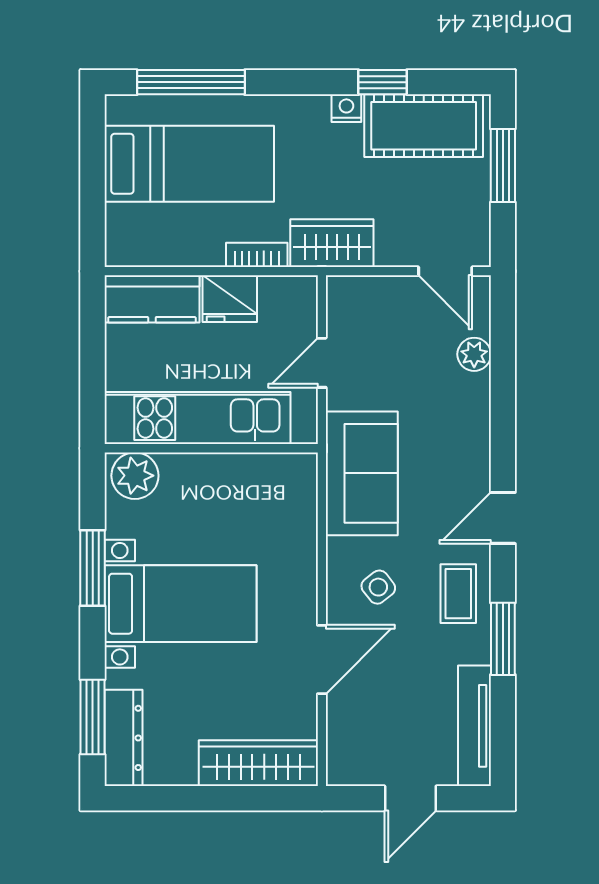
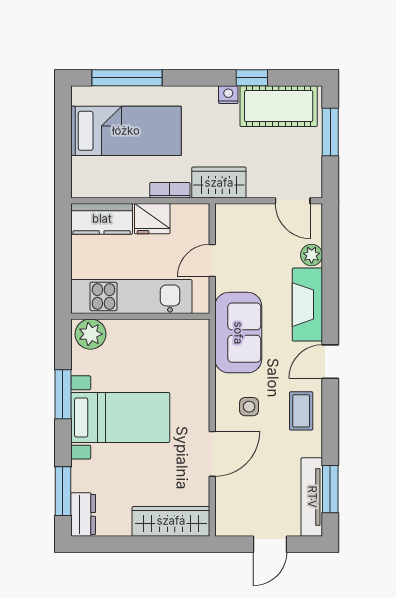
fireplace: (468, 430) -> (307, 305), added
side table: (378, 587) -> (249, 407), turned 38
window: (503, 639) -> (330, 489), moved
dresser: (123, 738) -> (83, 514), width x0.70

